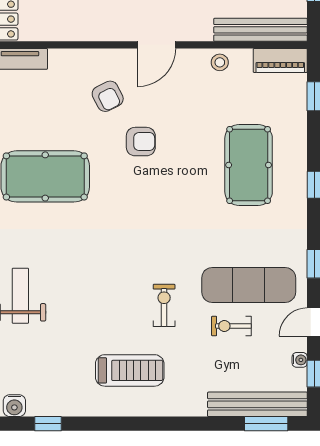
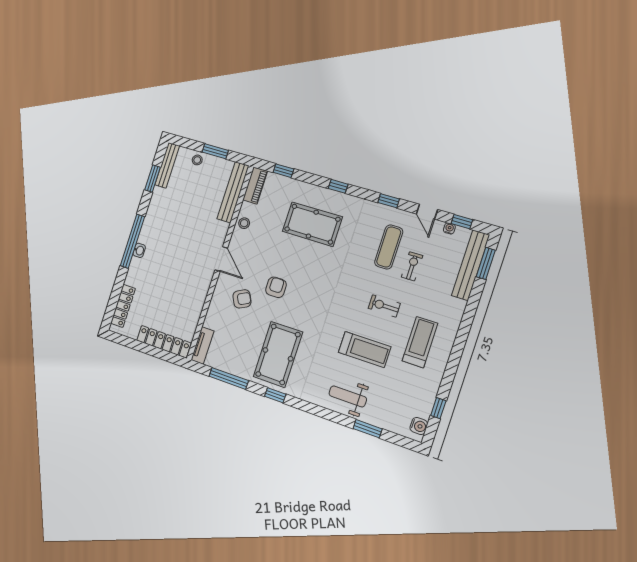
exercise mat: (249, 285) -> (389, 247), width x0.73, depth x0.69
treadmill: (94, 298) -> (365, 350), added
exercise bike: (231, 326) -> (412, 266), turned 180

